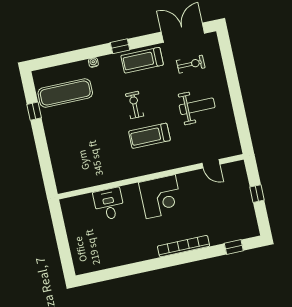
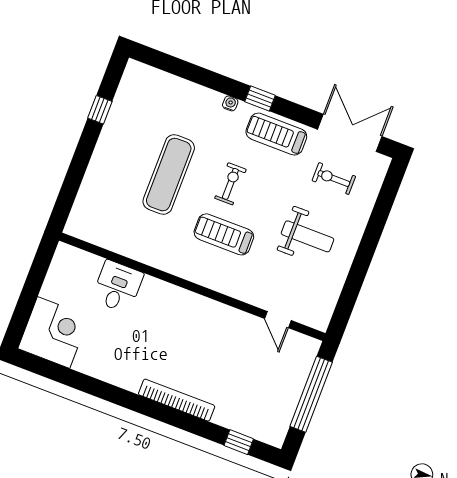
water cooler: (93, 62) -> (230, 103), moved
exercise bike: (191, 64) -> (334, 179), turned 180
exercise mat: (65, 93) -> (169, 175), moved, turned 90
window: (257, 194) -> (311, 394), width x3.17
corner desk: (161, 197) -> (54, 333), moved, turned -90

